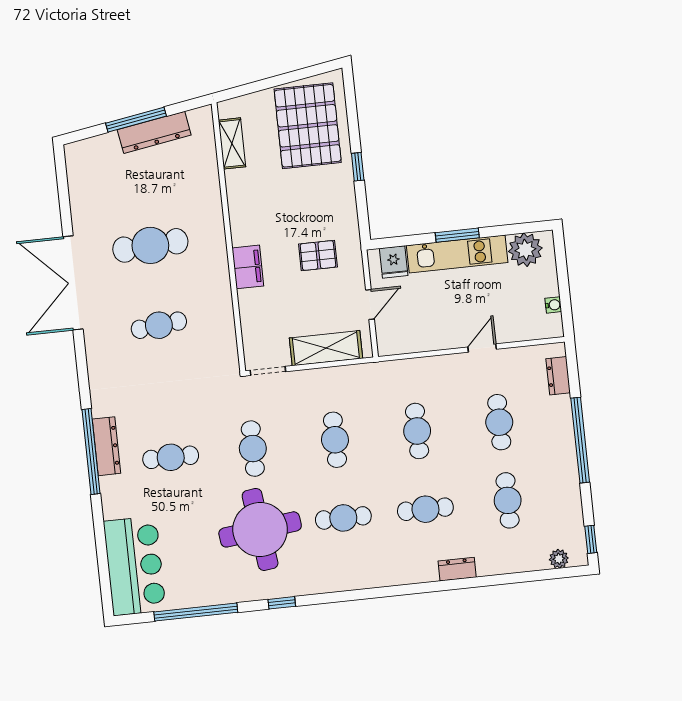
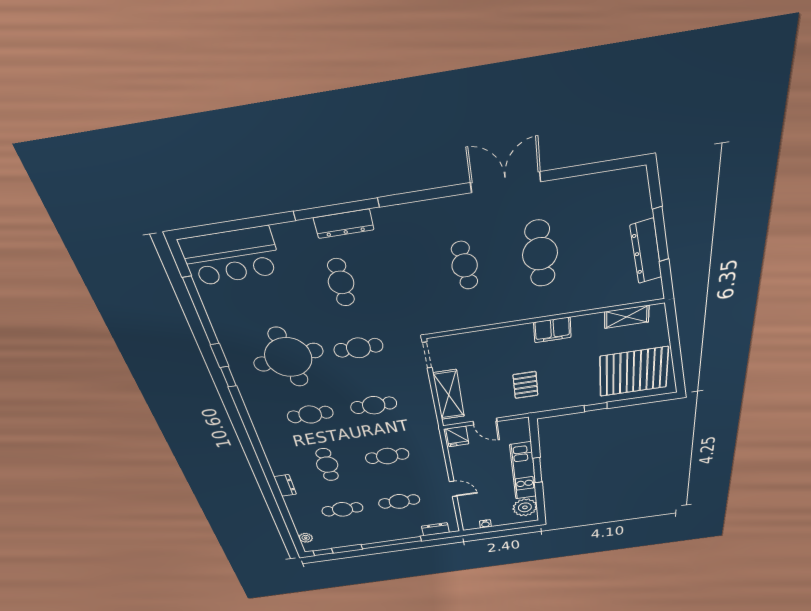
fridge: (394, 262) -> (457, 436), moved, turned -90
filing cabinet: (248, 267) -> (552, 330), moved
double door: (73, 283) -> (506, 182), width x0.73
cafe table: (343, 518) -> (310, 415), turned 90

